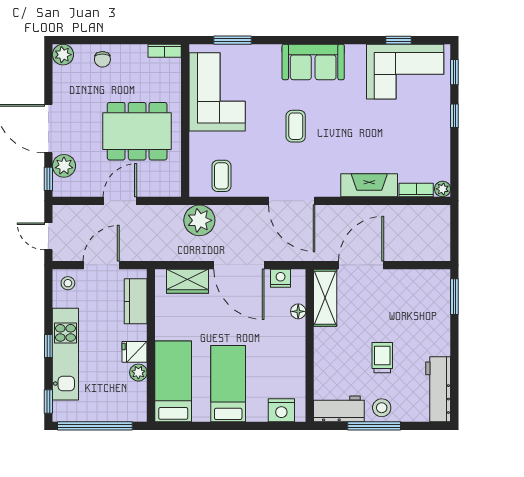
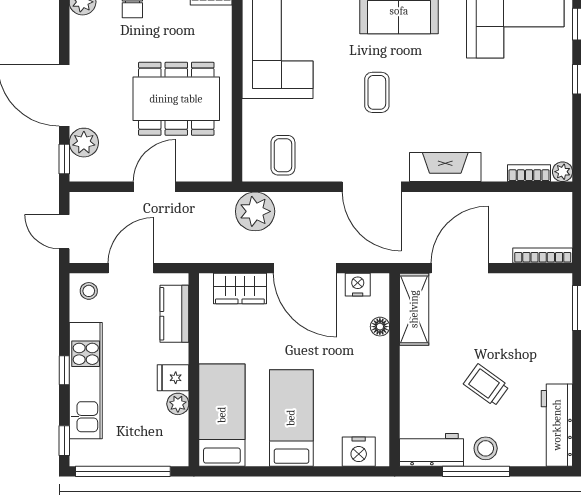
fireplace: (369, 185) -> (445, 167), moved
bookcase: (427, 255) -> (543, 255), added
trolley: (382, 358) -> (486, 385), turned -54

